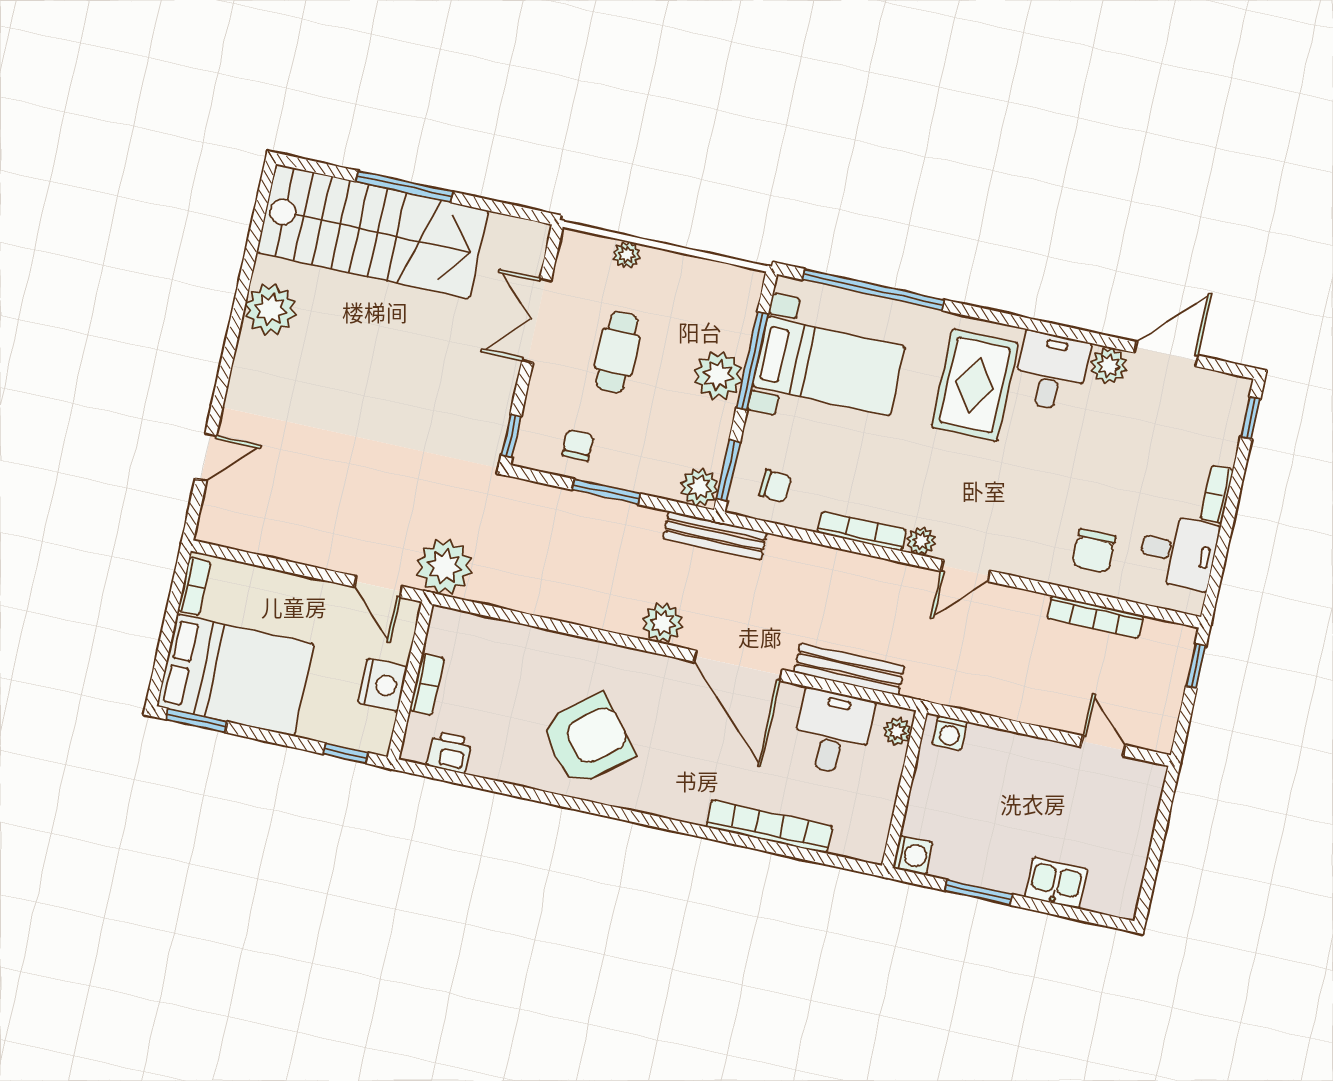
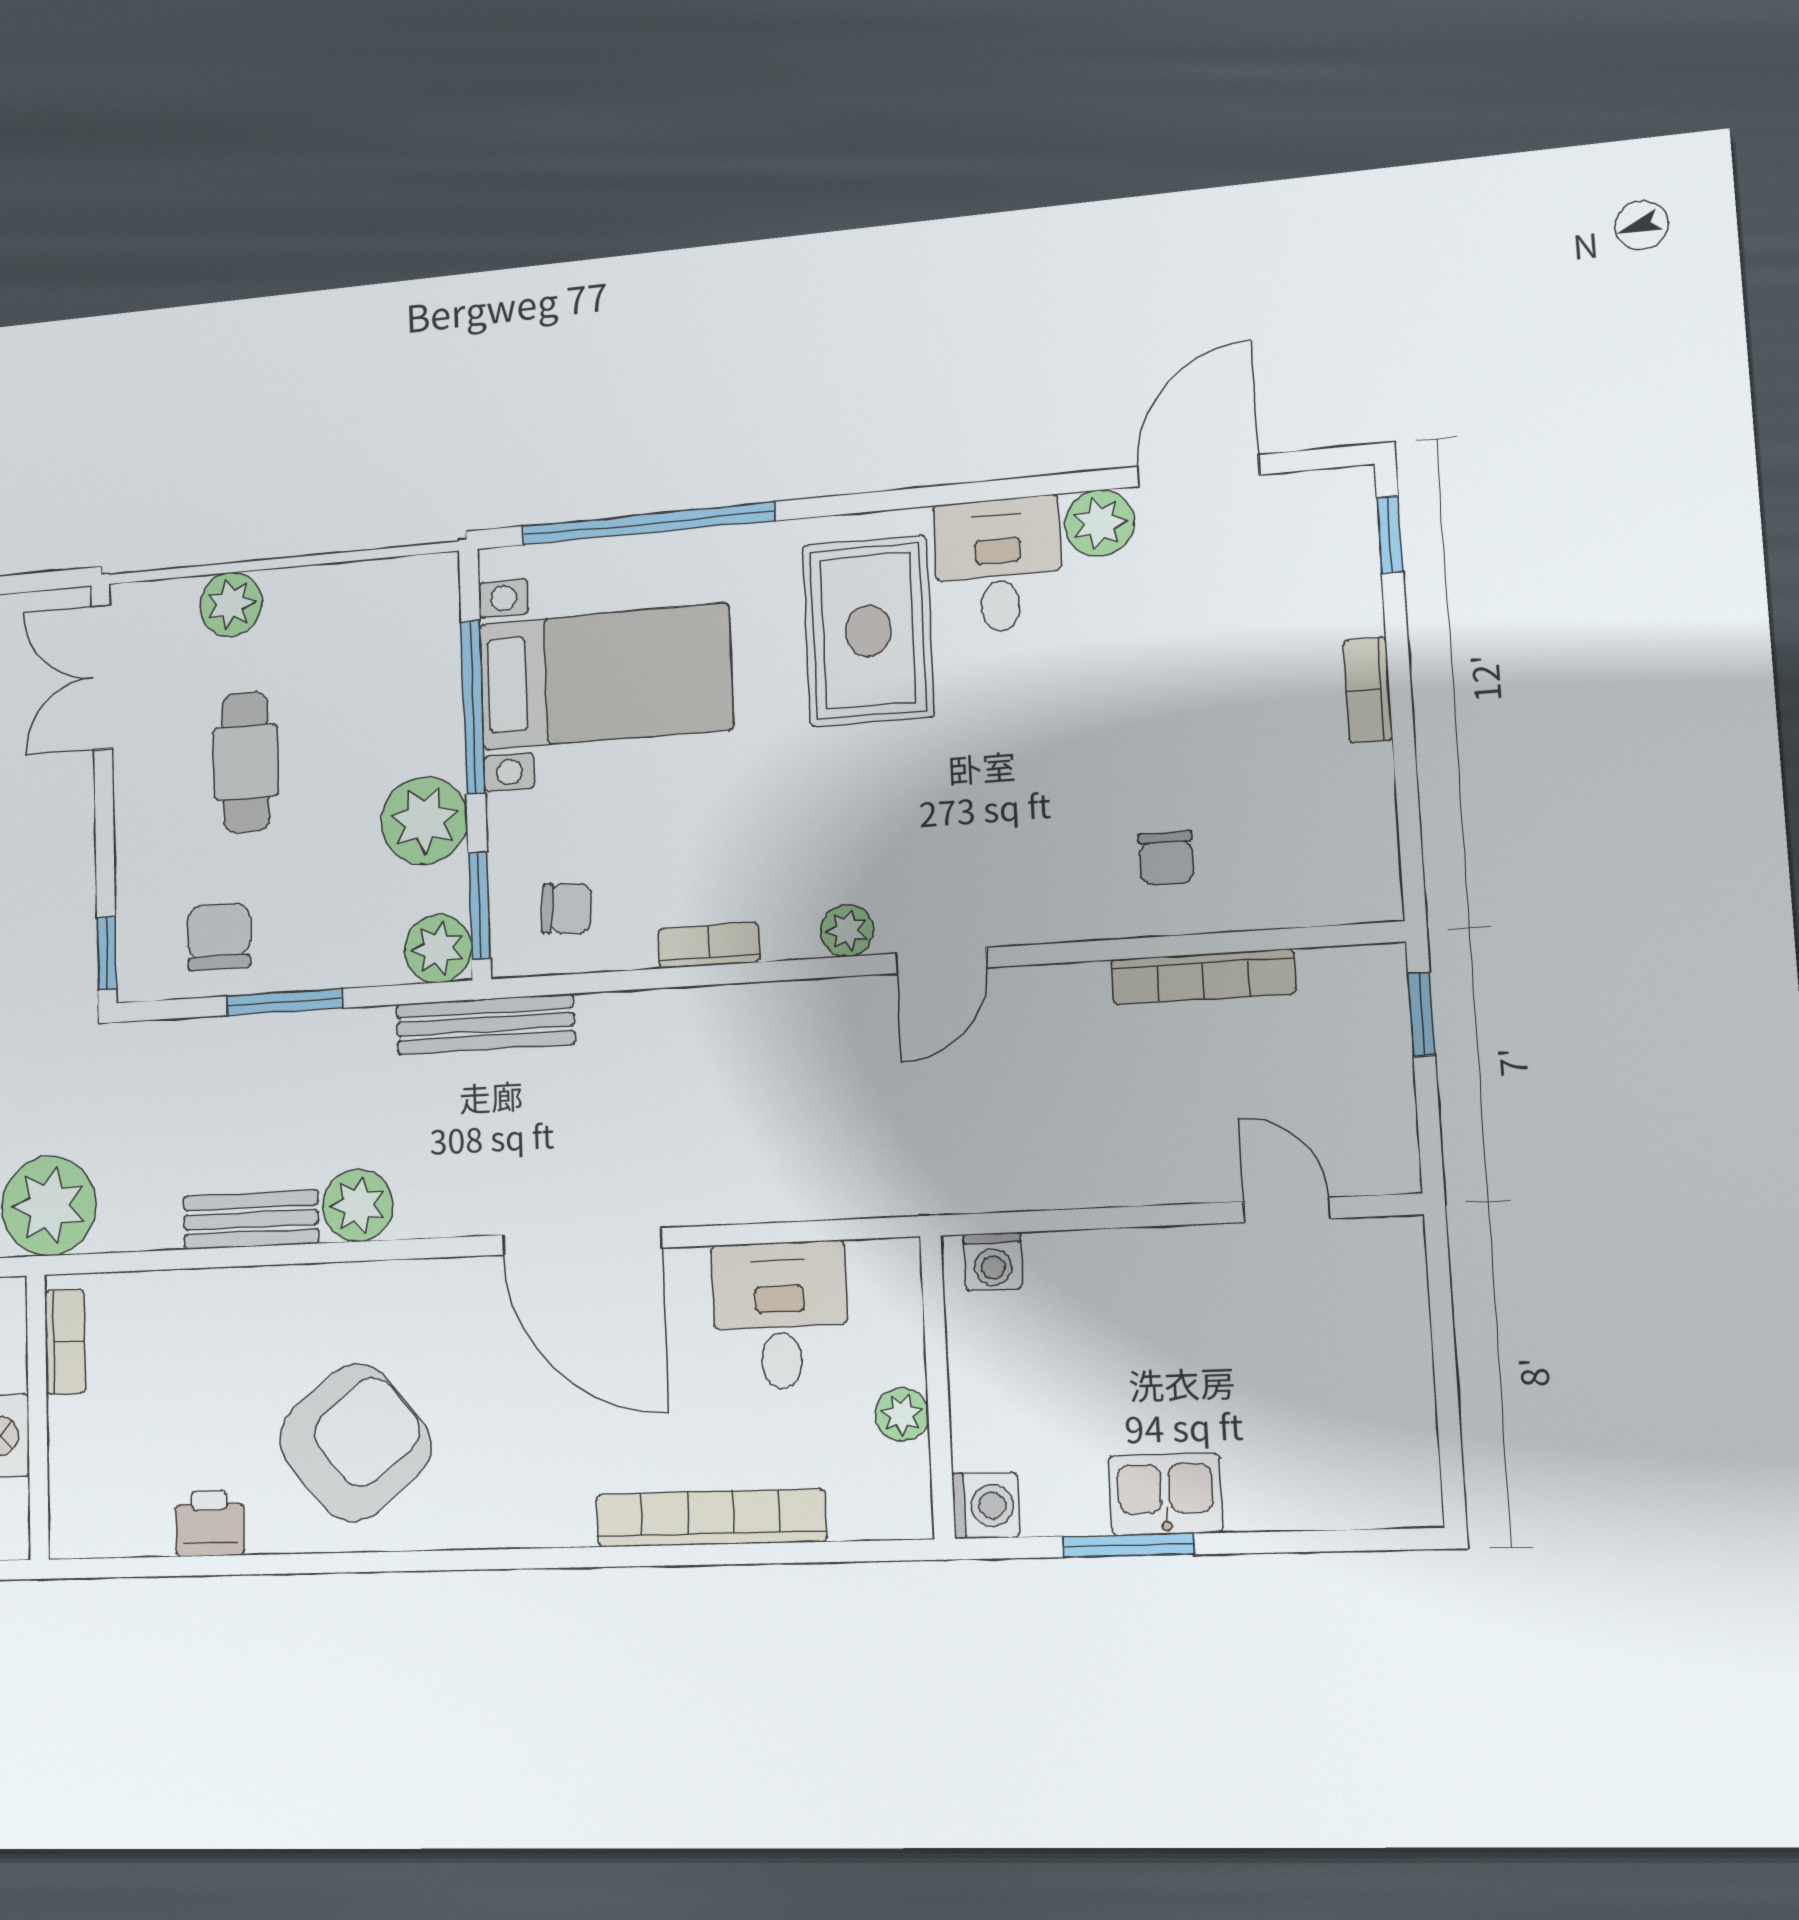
plant: (627, 255) -> (231, 604), width x1.38, depth x1.38
double door: (537, 321) -> (102, 677), moved
plant: (718, 375) -> (424, 821), moved
chair: (578, 445) -> (219, 937), width x1.37, depth x1.37
bookcase: (862, 531) -> (709, 945), width x0.64
chair: (1094, 551) -> (1166, 858), width x0.73, depth x0.73
desk: (1178, 552) -> (1326, 814), removed
plant: (663, 623) -> (358, 1205), moved
bench: (849, 669) -> (251, 1220), moved, width x0.73
bookcase: (427, 684) -> (65, 1342), moved
plant: (897, 731) -> (902, 1414), moved
printer: (449, 752) -> (210, 1523), moved
kitchen sink: (1056, 883) -> (1165, 1494), moved

